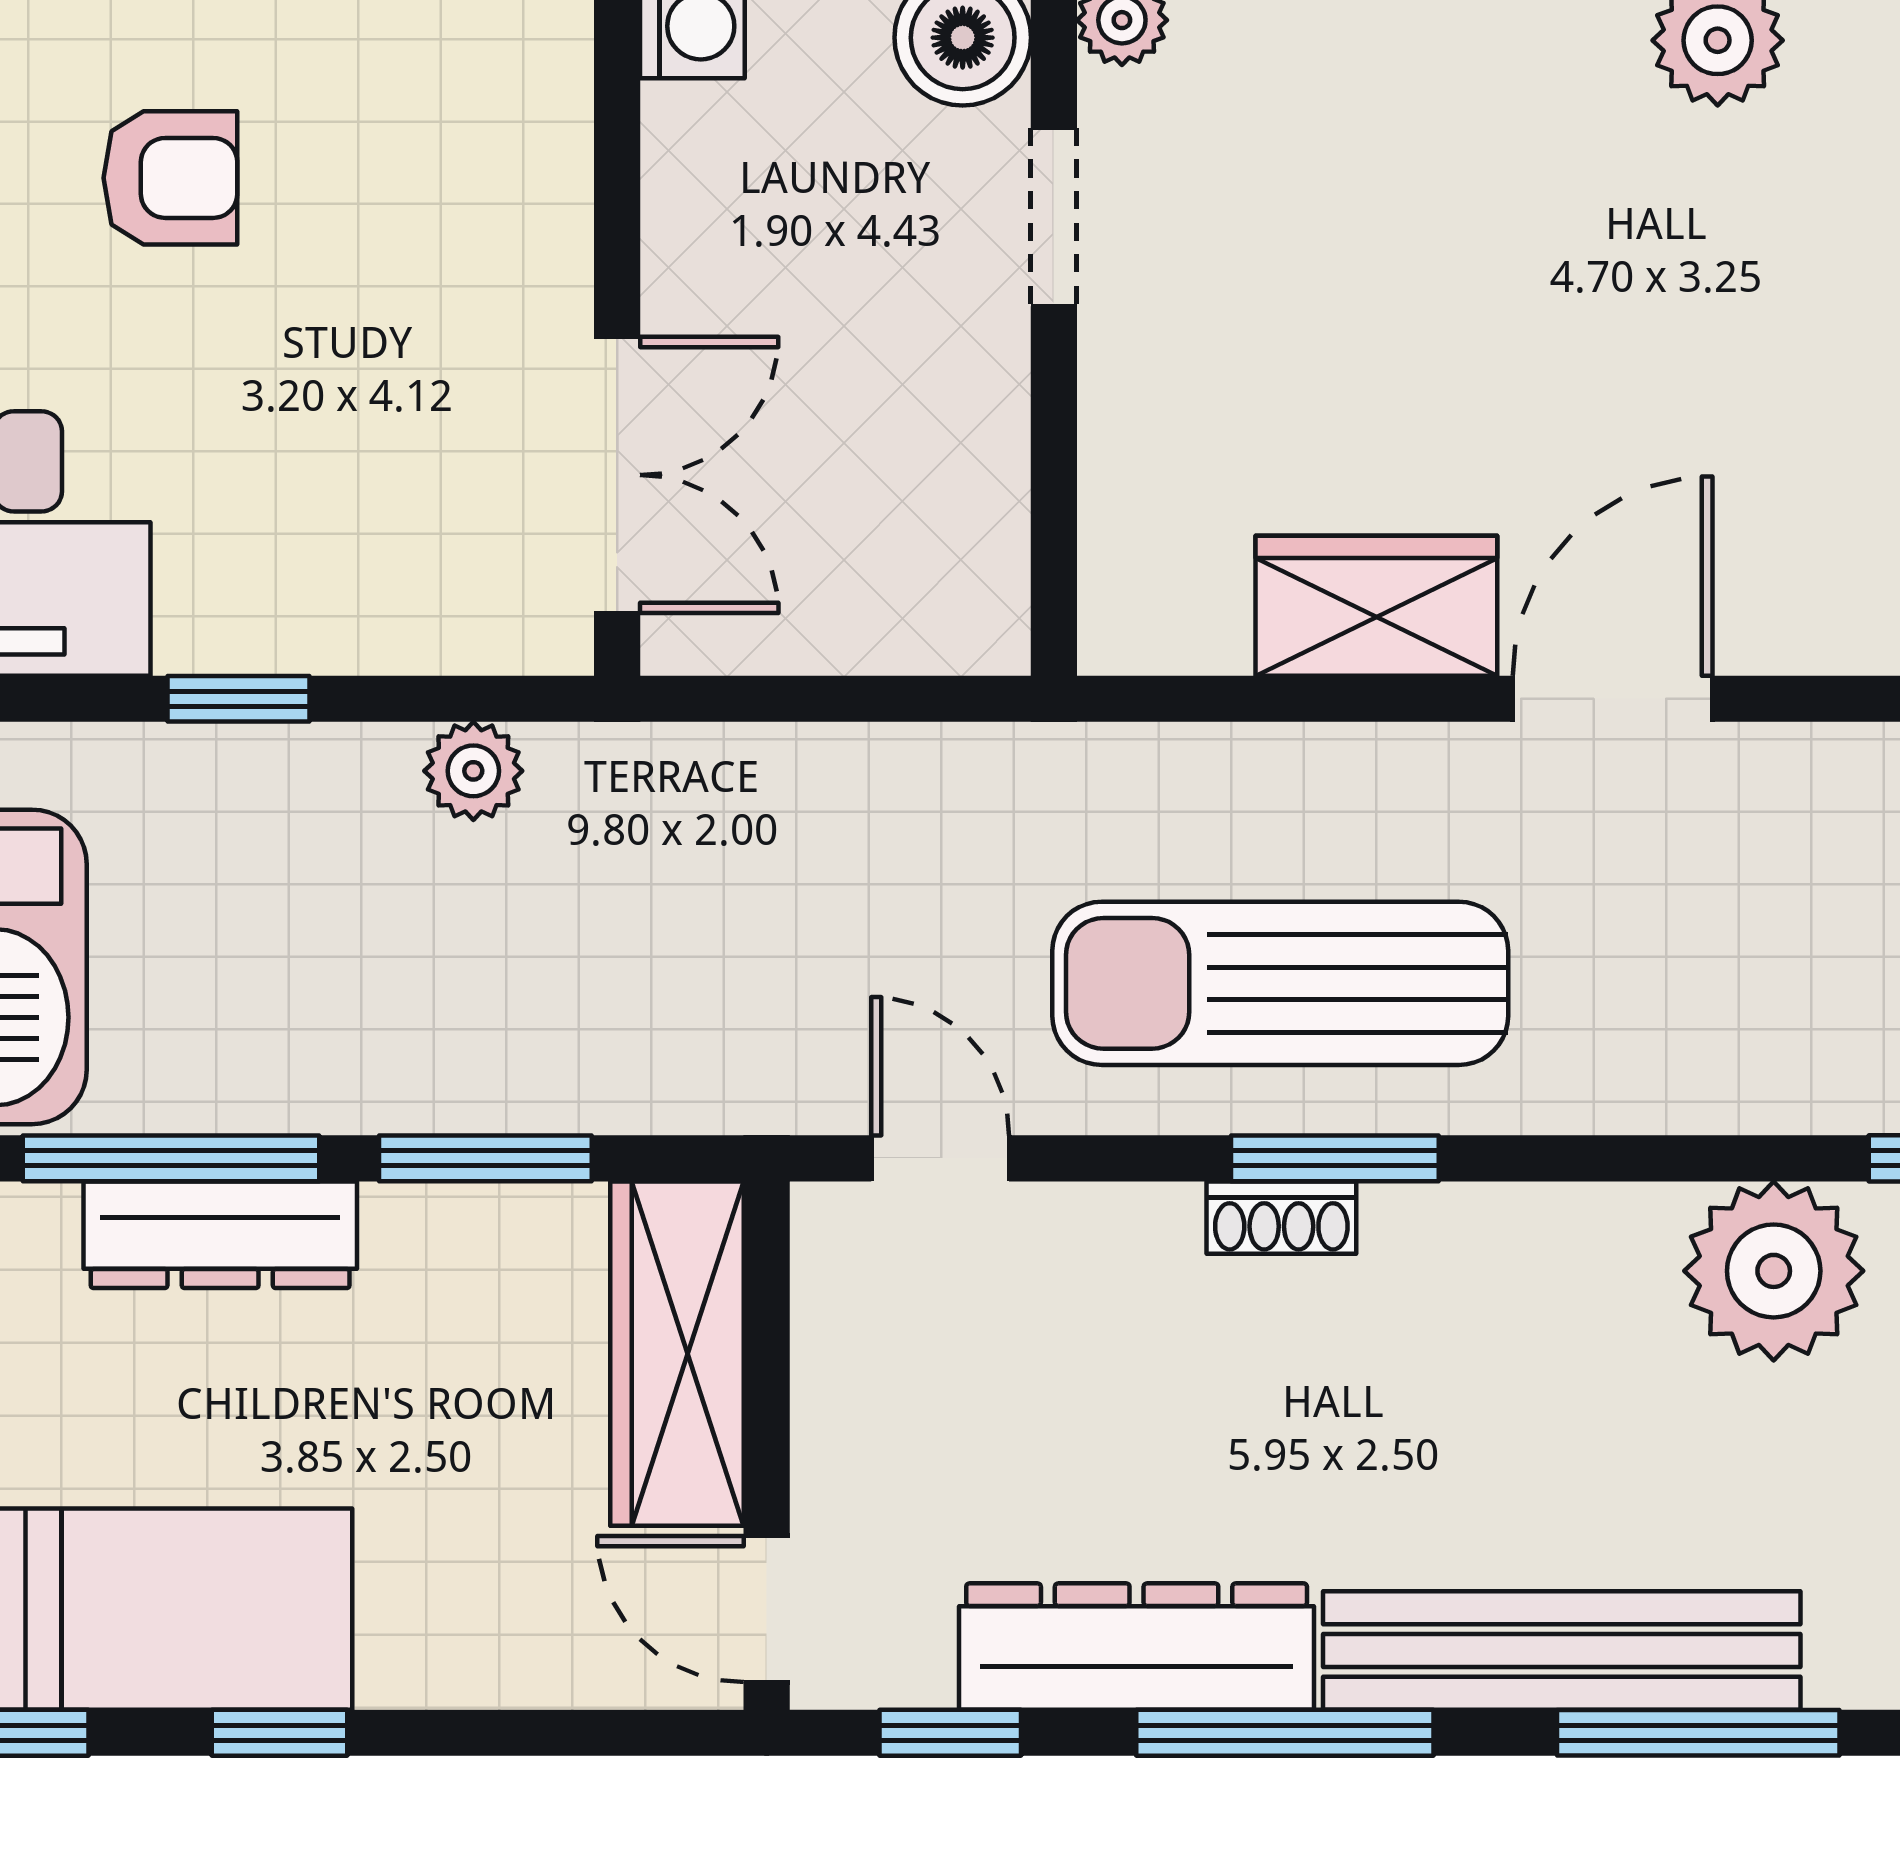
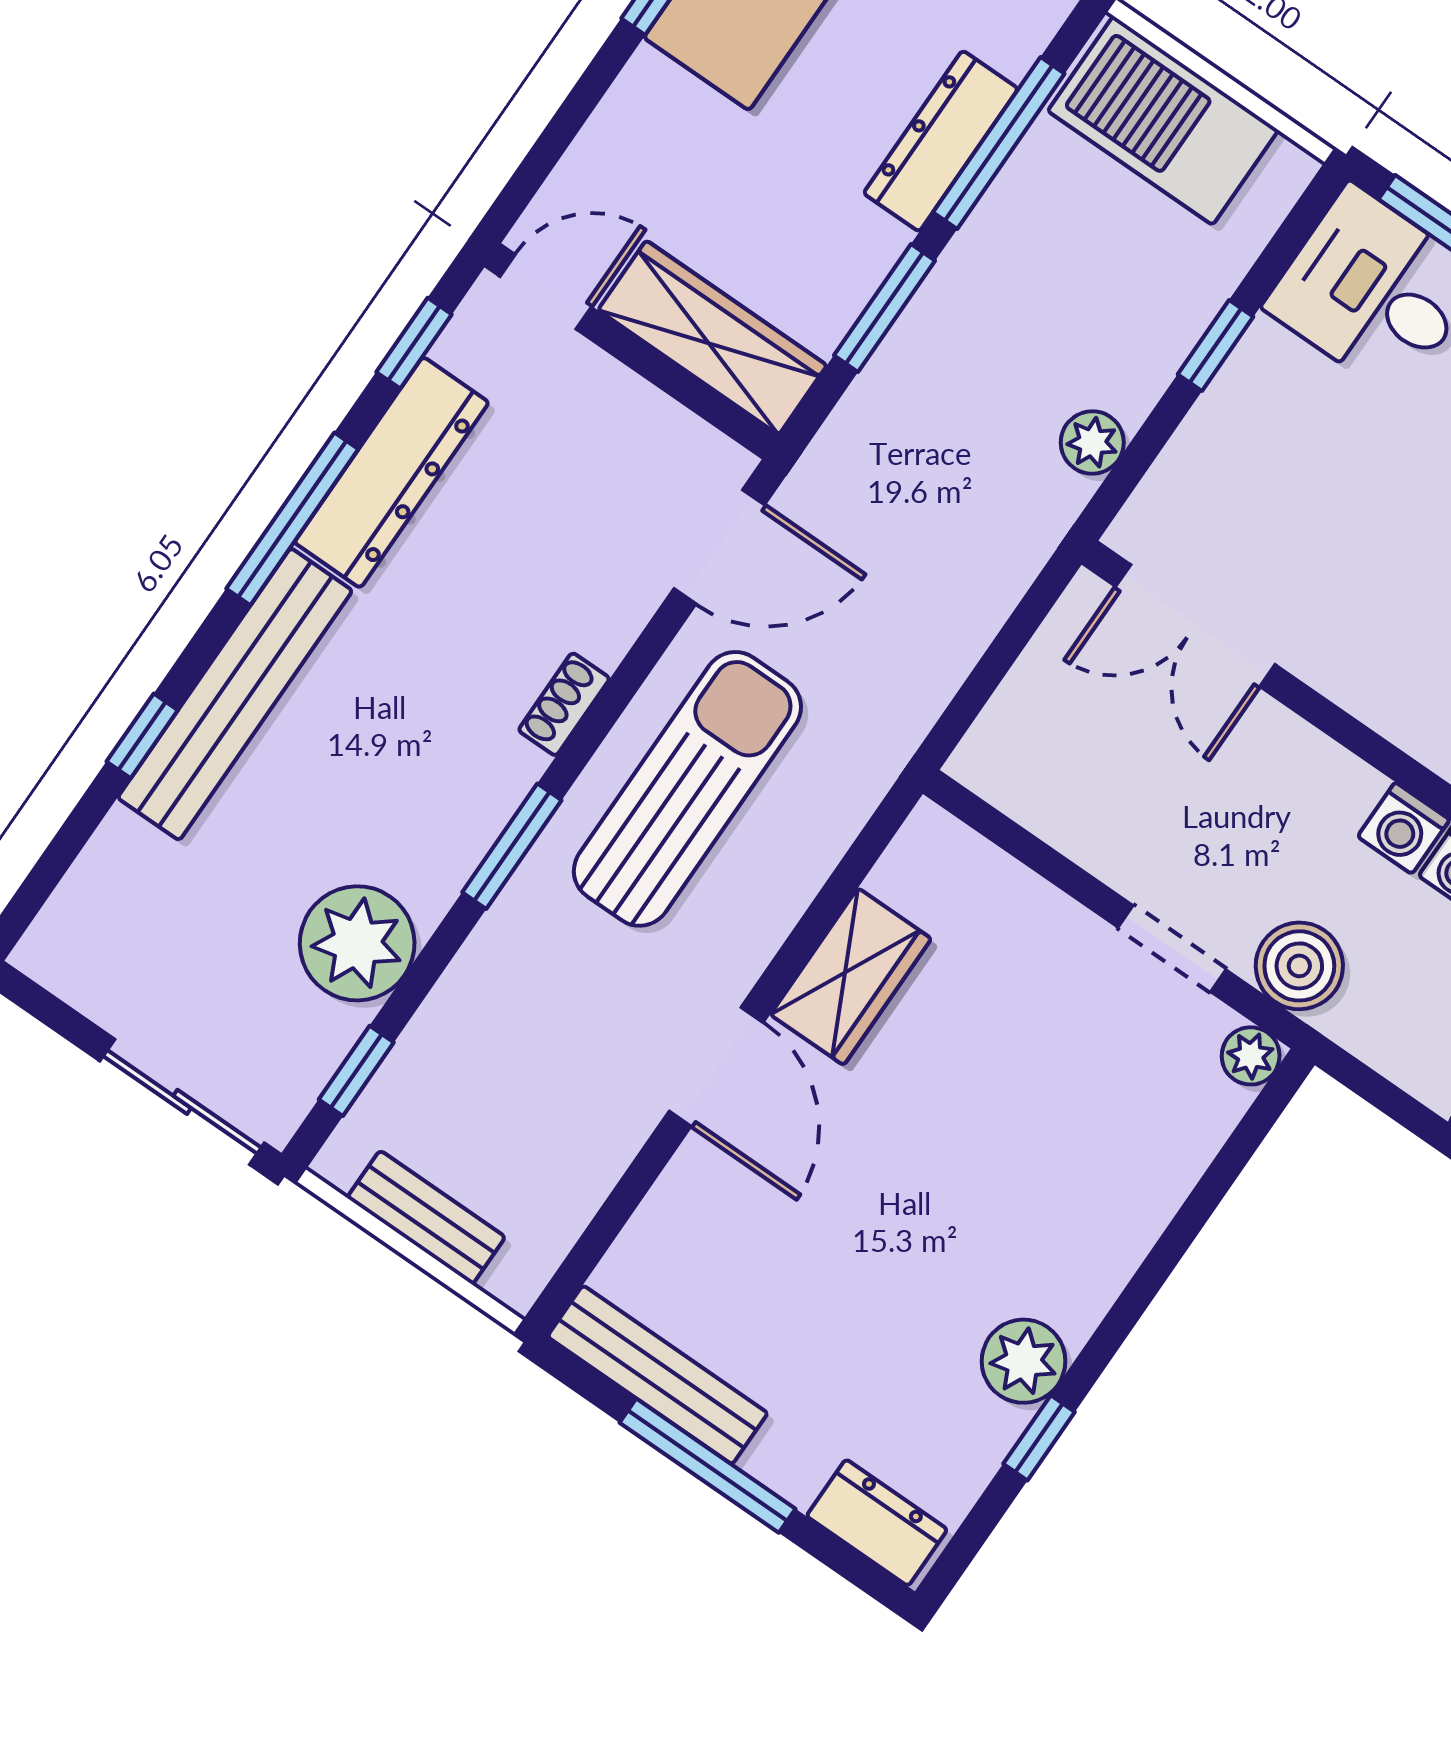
door: (940, 1158) -> (719, 547), width x1.38
window: (1335, 1158) -> (512, 846), moved
window: (1698, 1733) -> (142, 736), width x0.46

